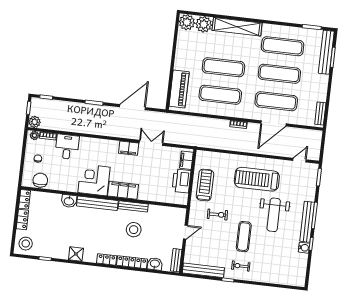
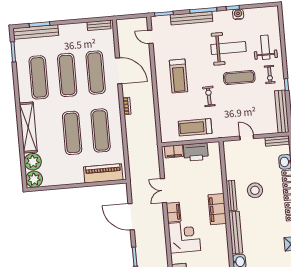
treadmill: (257, 179) -> (179, 76), width x0.73, depth x0.73
corner desk: (94, 180) -> (184, 237), moved, turned 180
exercise bike: (217, 215) -> (209, 96), moved
weight bench: (274, 215) -> (228, 48), moved
bench: (307, 222) -> (192, 18), moved
weight bench: (267, 267) -> (265, 47), added

